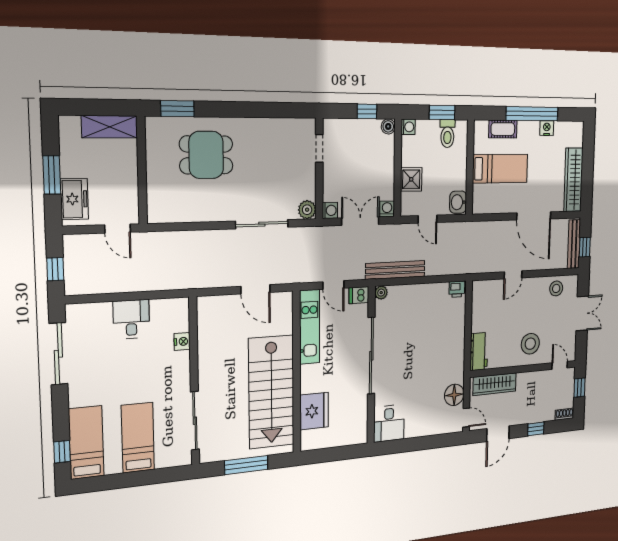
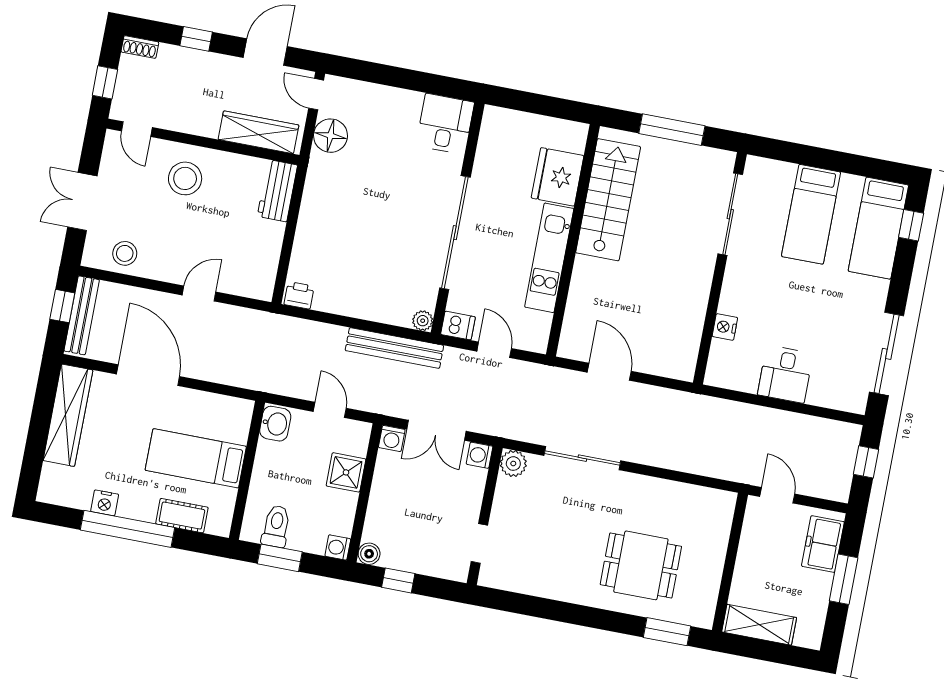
kitchen unit: (310, 327) -> (549, 258), moved
stairs: (271, 392) -> (608, 200), width x0.73, depth x0.66

